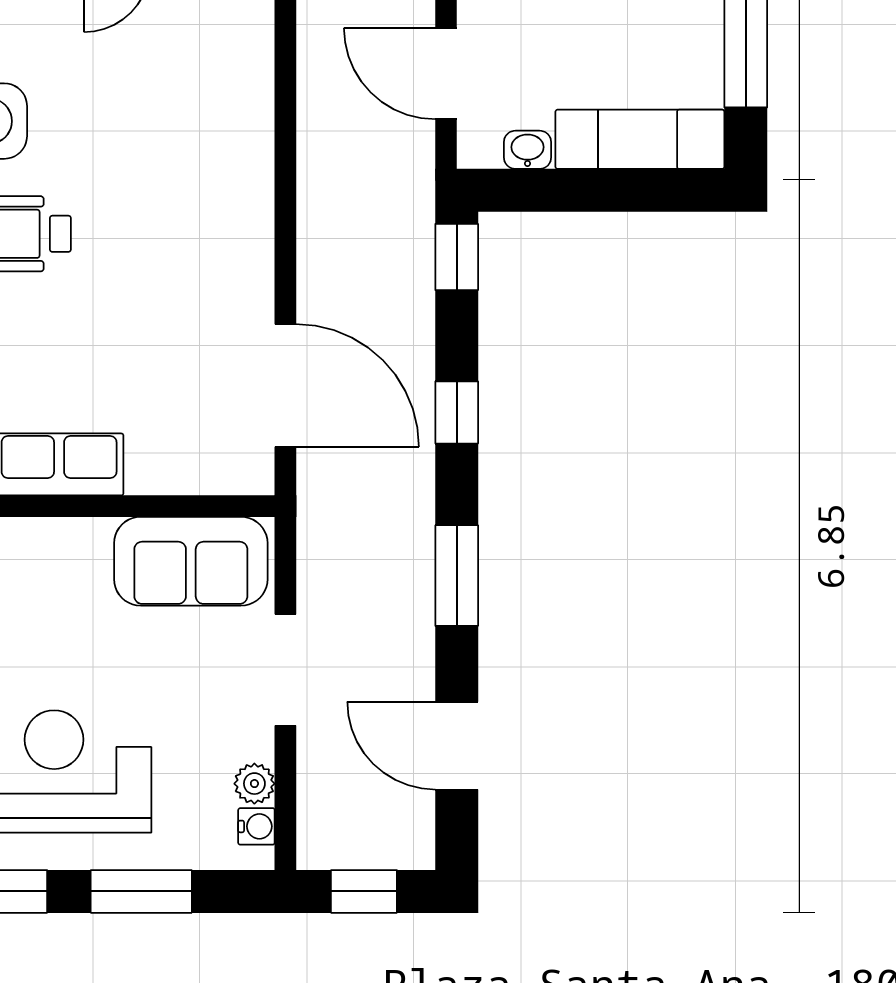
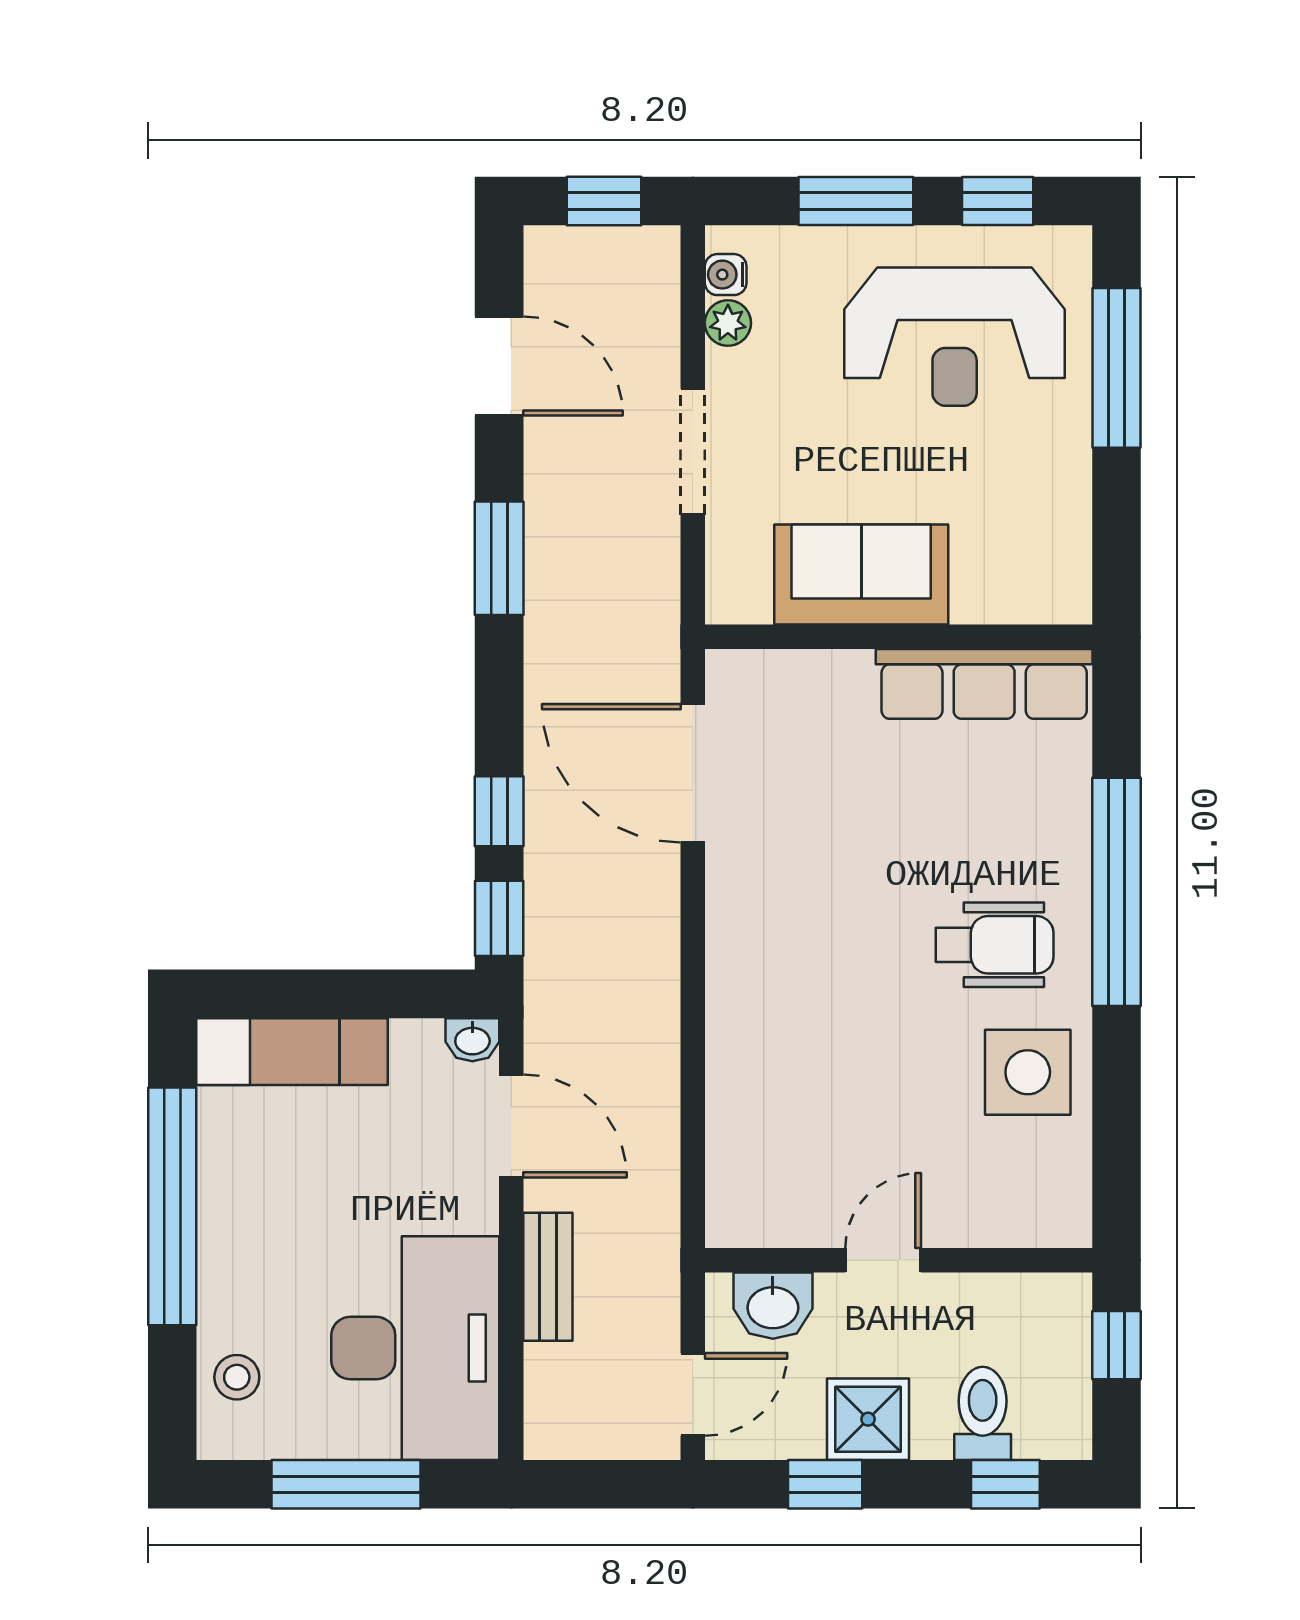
washbasin: (528, 150) -> (472, 1040), moved
window: (457, 412) -> (499, 811), moved
sofa: (191, 561) -> (861, 574), moved

